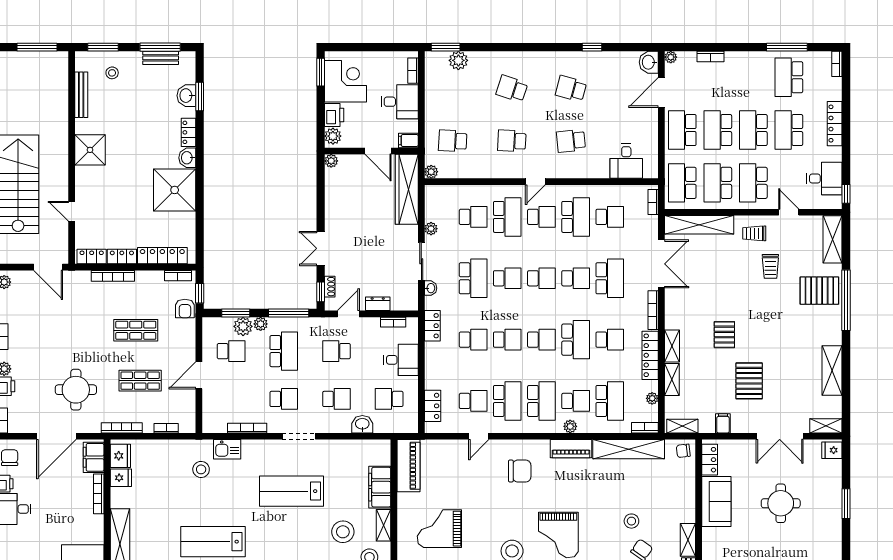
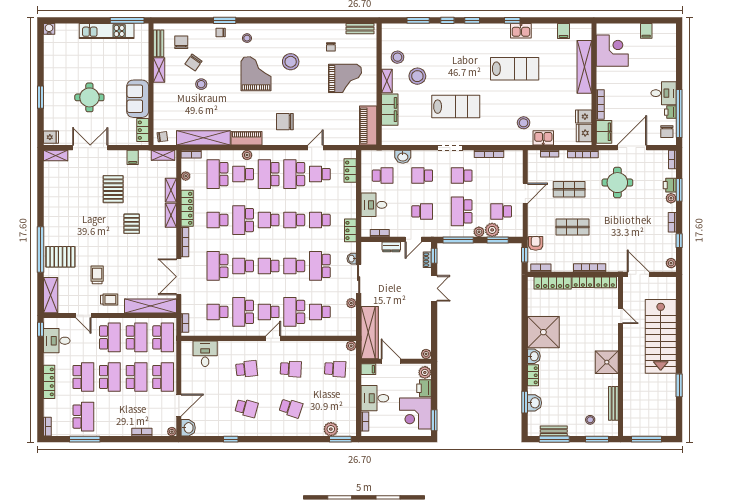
shelving: (832, 371) -> (51, 197), removed
kitchen sink: (227, 449) -> (543, 138), moved

